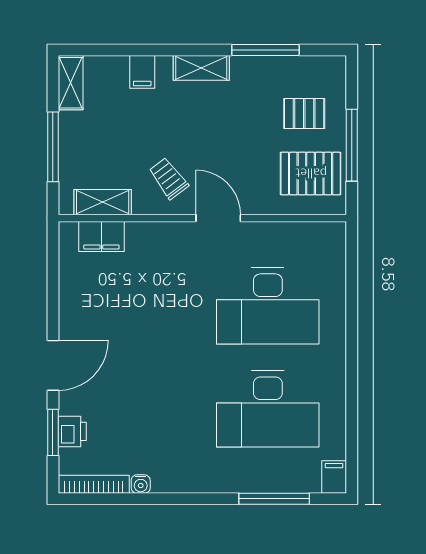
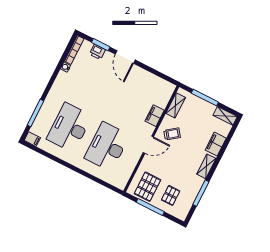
filing cabinet: (142, 72) -> (216, 144), width x2.00
filing cabinet: (101, 236) -> (155, 116), moved

